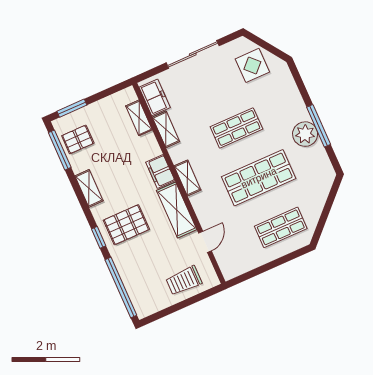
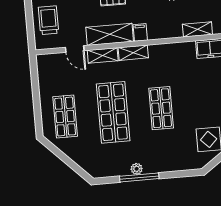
shelving: (166, 129) -> (103, 56), moved
plant: (305, 134) -> (137, 169), width x0.53, depth x0.53
filing cabinet: (160, 171) -> (140, 32), width x0.50

